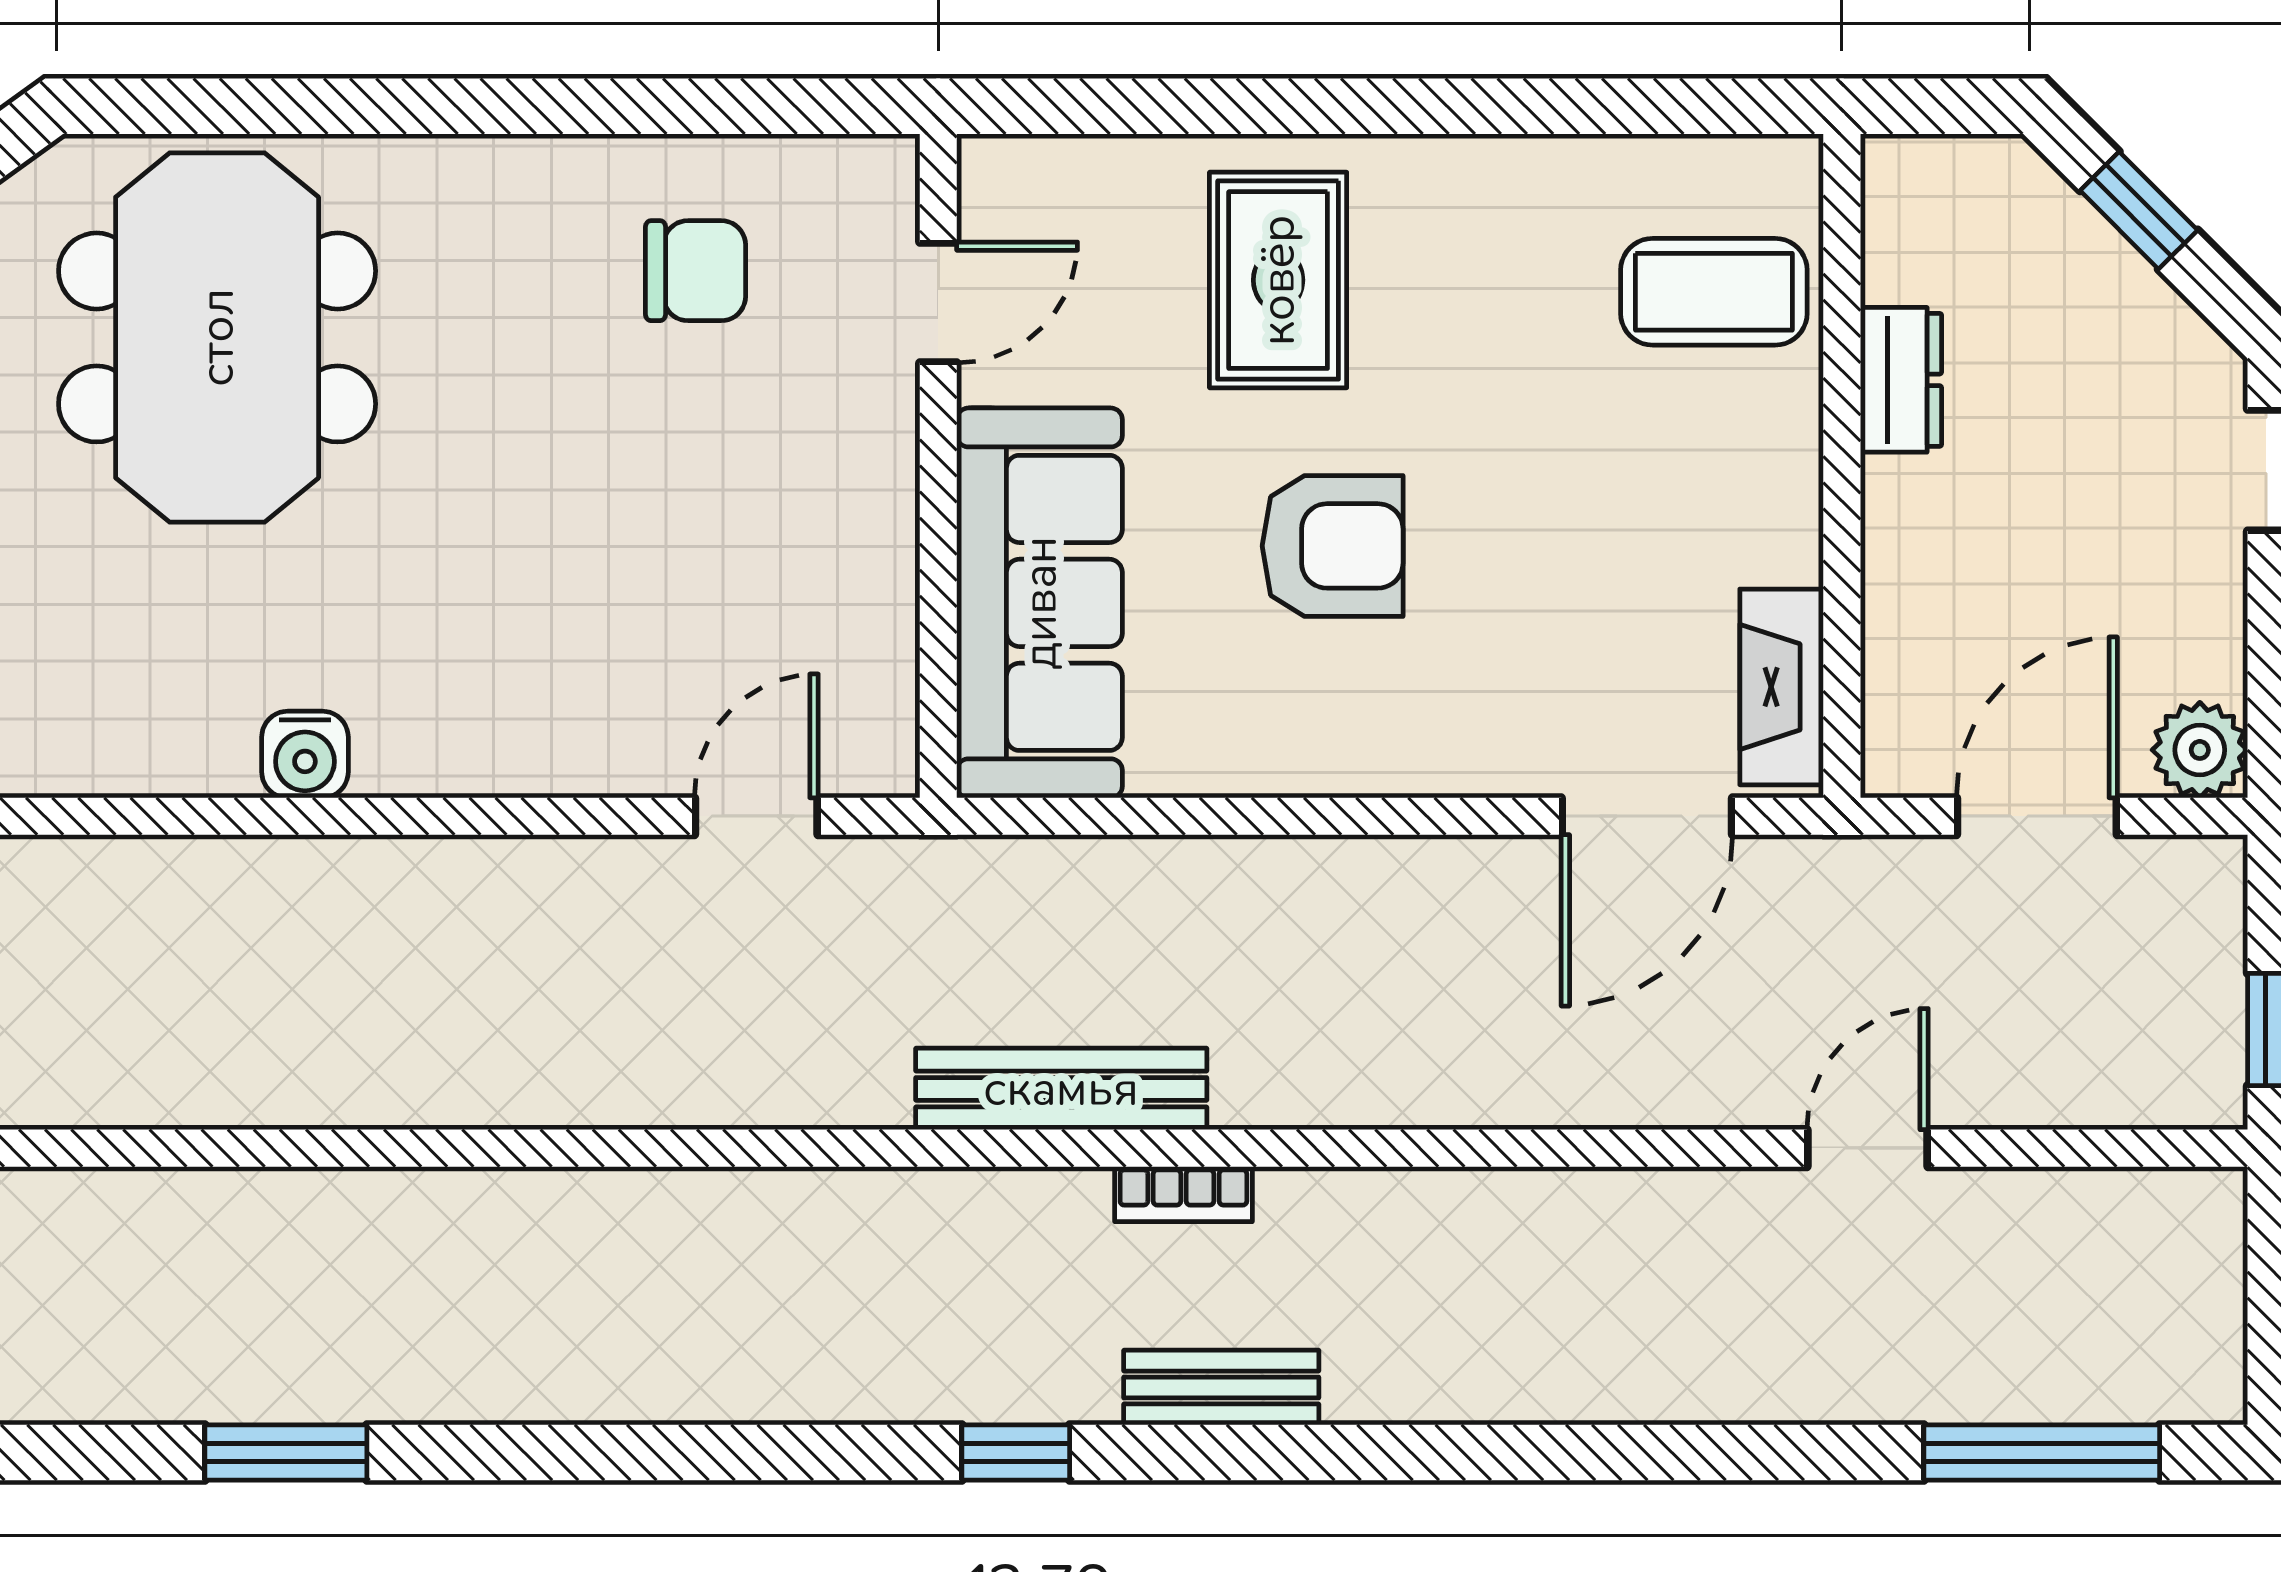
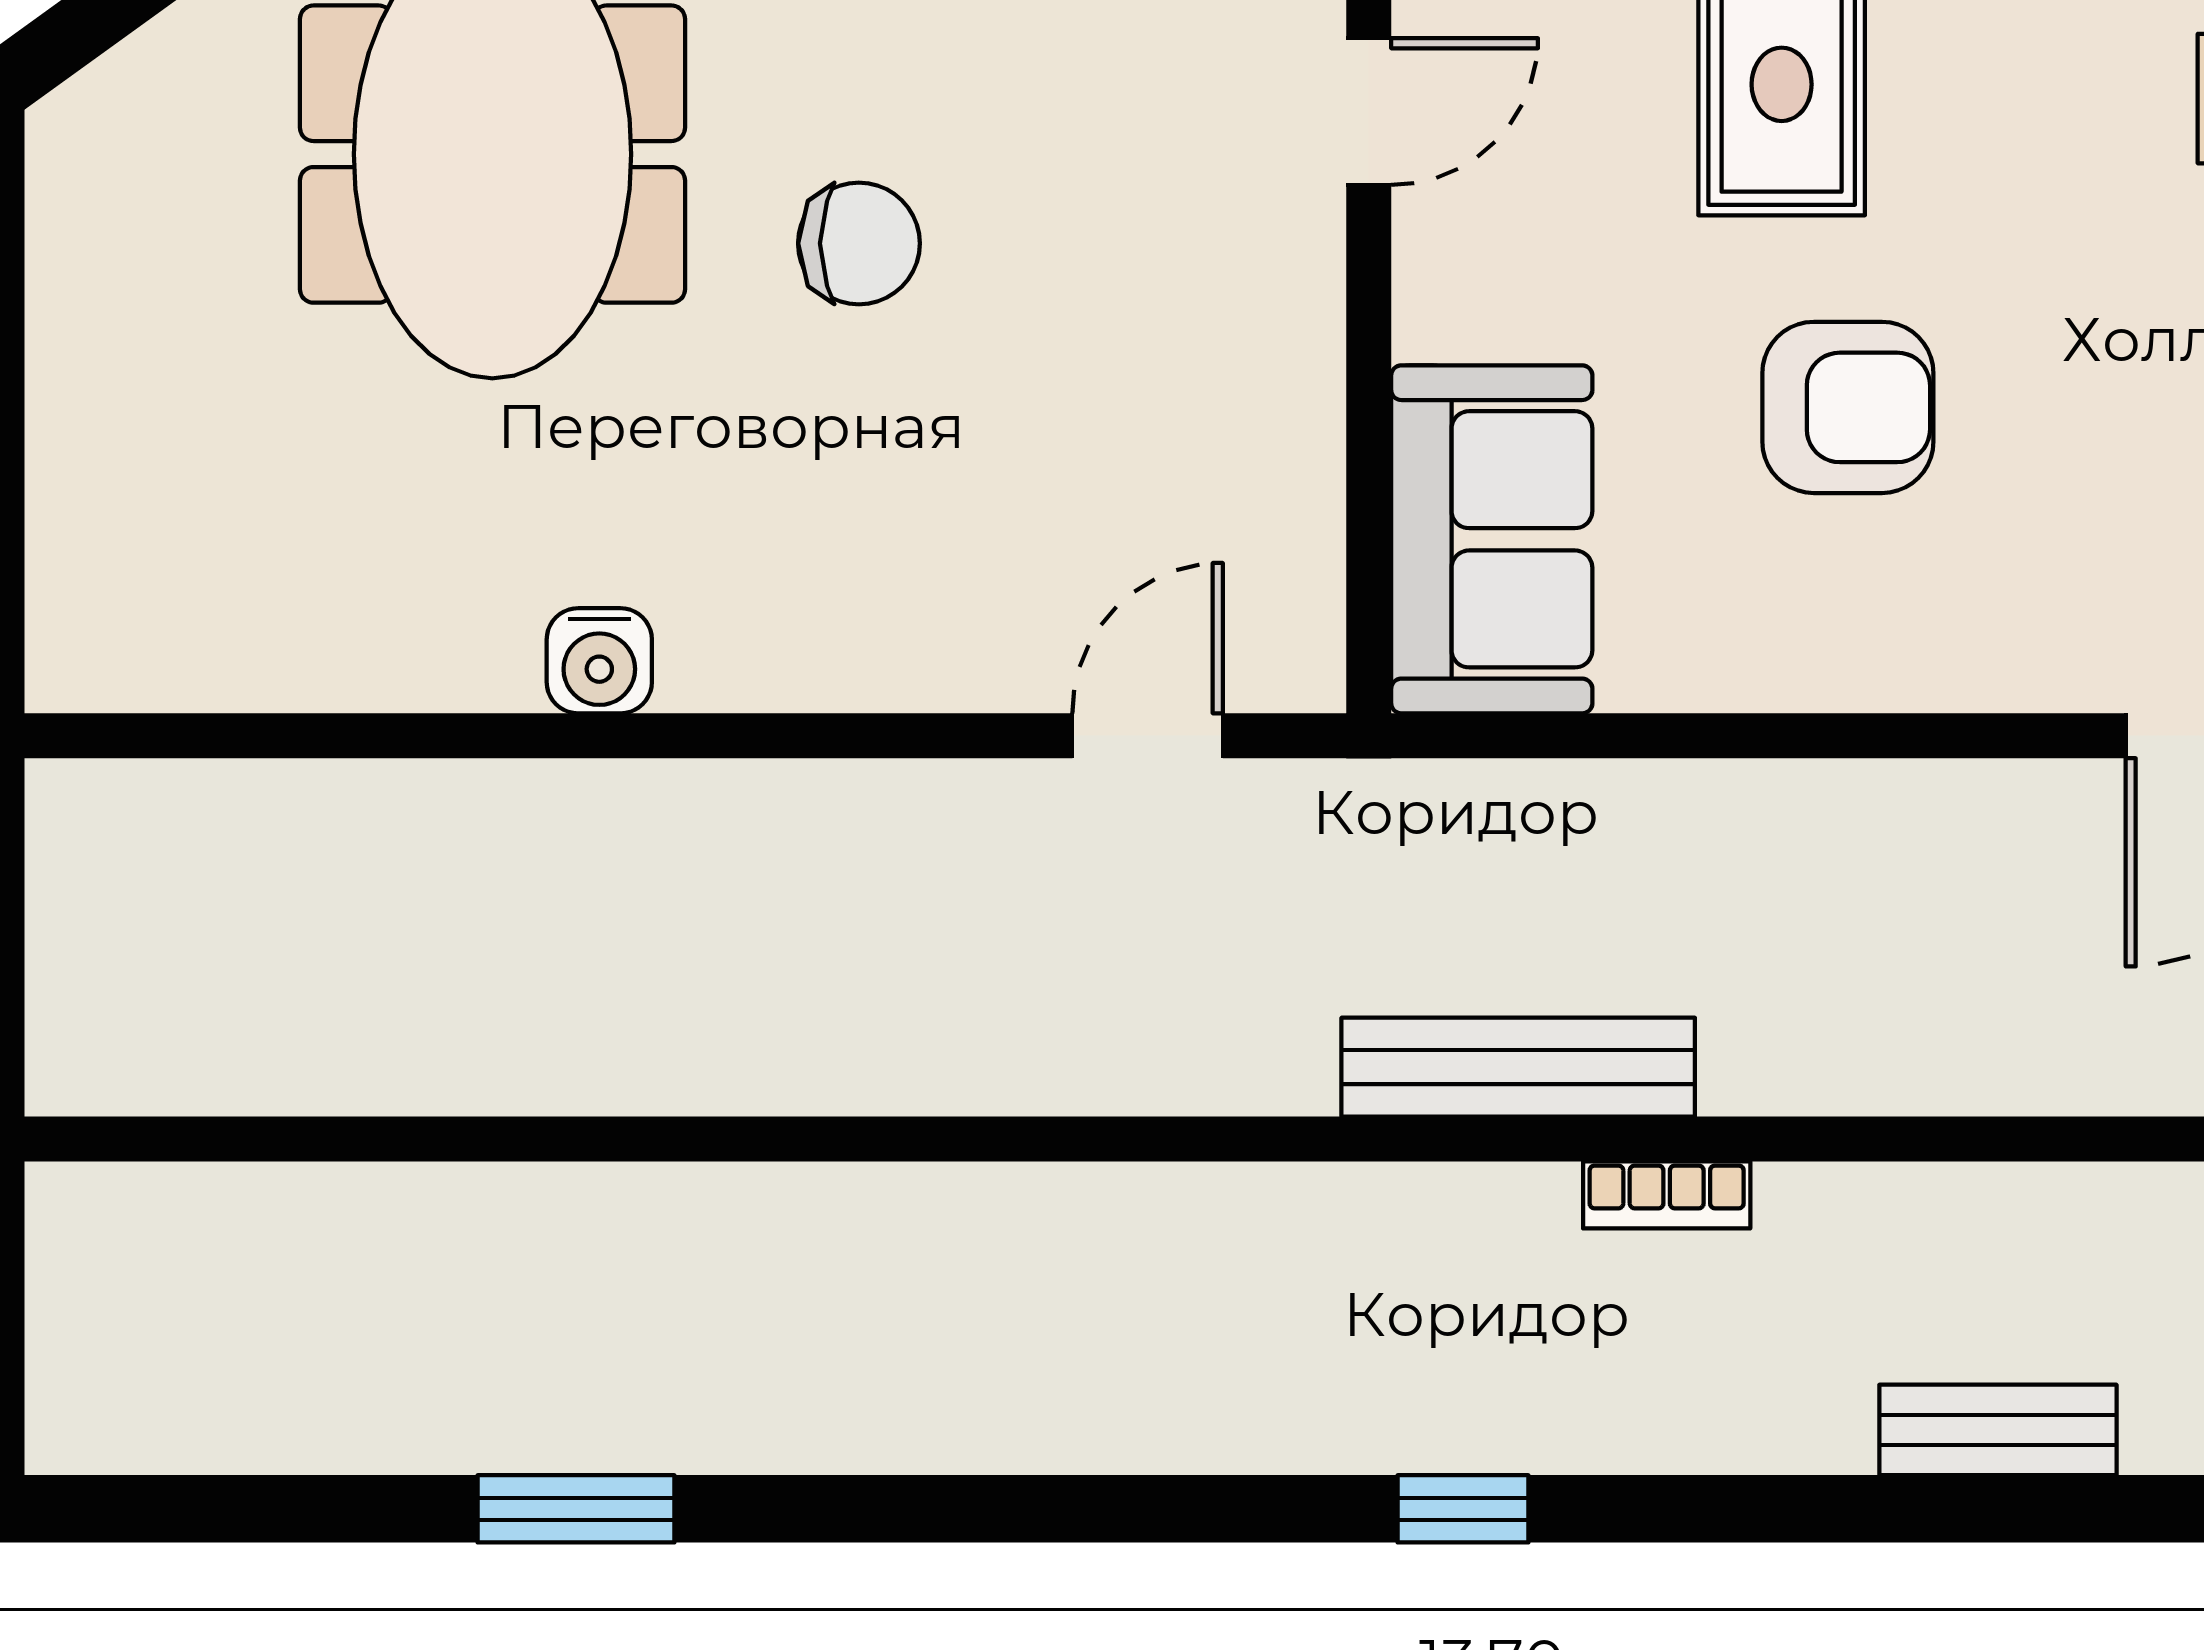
chair: (696, 271) -> (859, 243), moved
sofa: (1040, 603) -> (1492, 539), width x0.73
bench: (1221, 1387) -> (1998, 1430), moved

